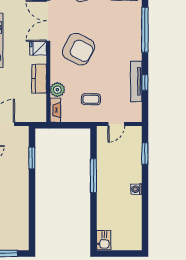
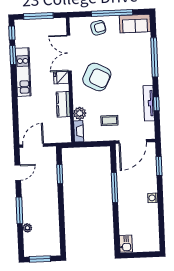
door: (116, 124) -> (133, 141), width x1.87

